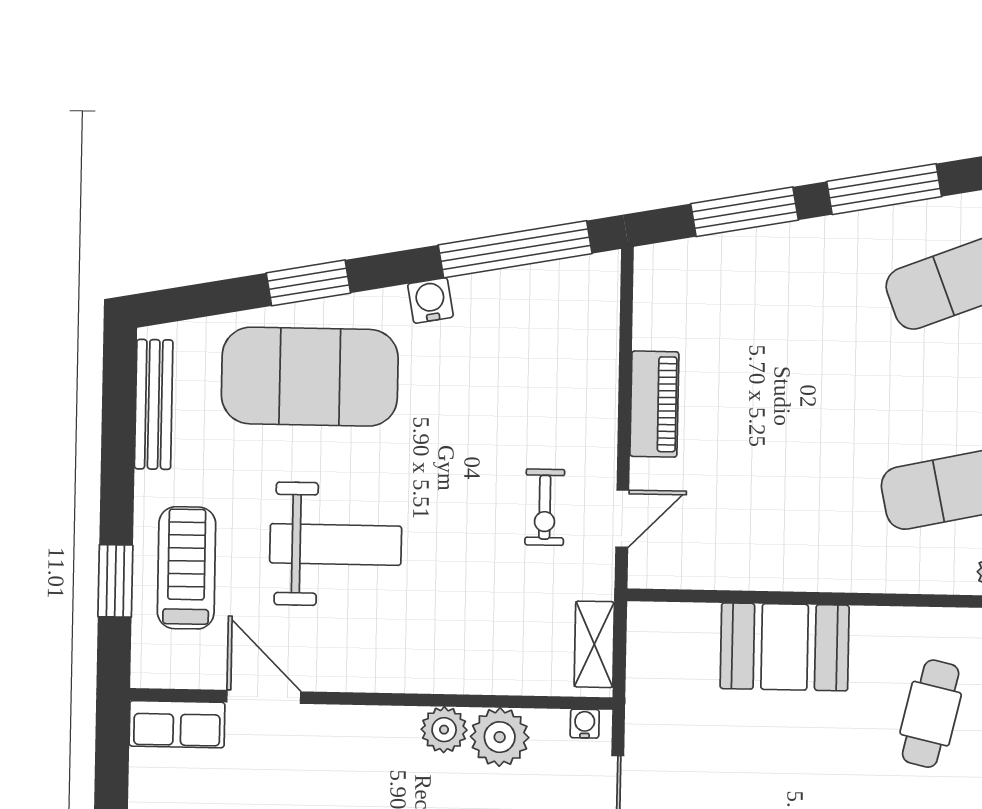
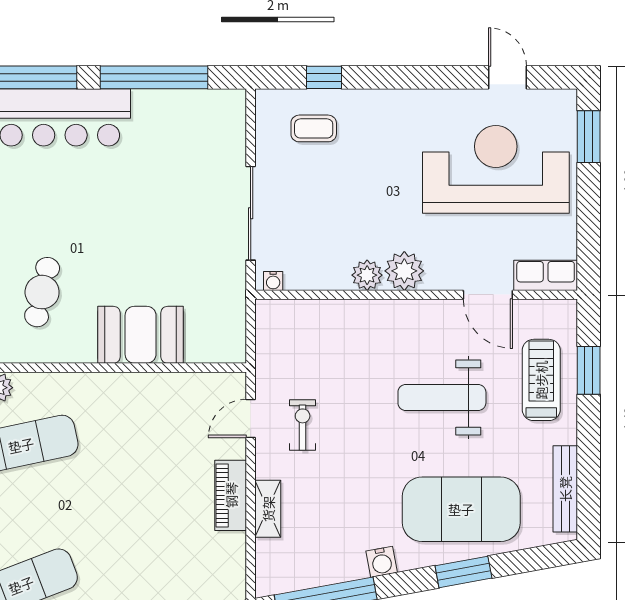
treadmill: (186, 568) -> (541, 380), turned 180
shelving: (594, 644) -> (268, 509), moved
plant: (500, 737) -> (404, 271), moved

